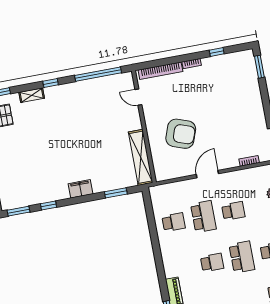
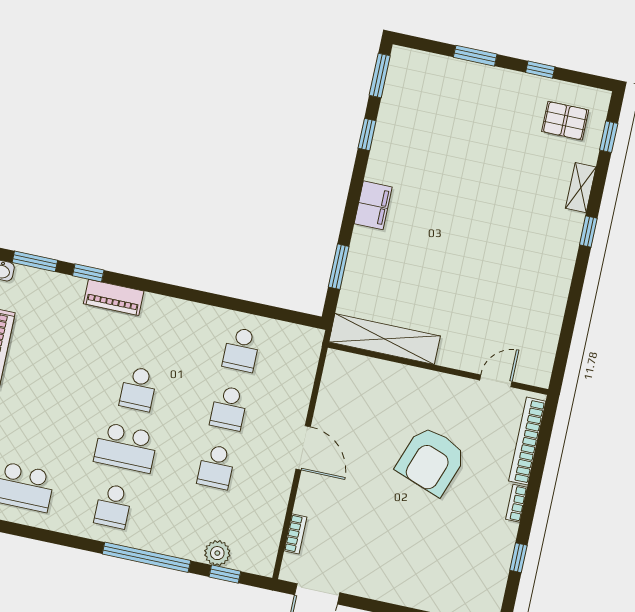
window: (98, 74) -> (568, 325), removed
armchair: (181, 134) -> (431, 461), moved
school desk: (203, 217) -> (229, 408), width x0.54

